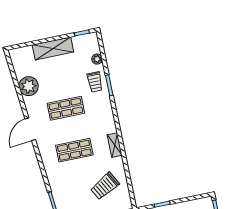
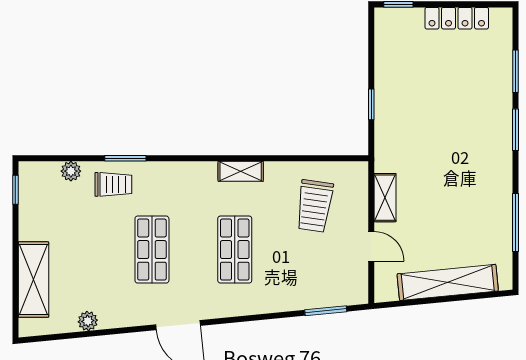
shelving: (53, 48) -> (34, 280), moved
plant: (29, 86) -> (88, 321), width x0.53, depth x0.53
trolley: (105, 186) -> (315, 206), turned 37

